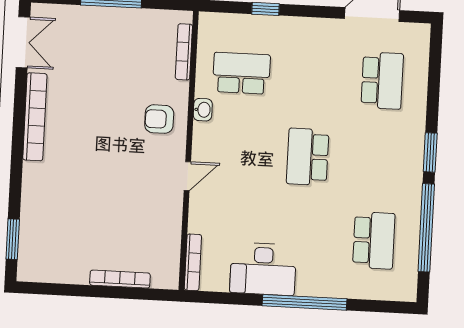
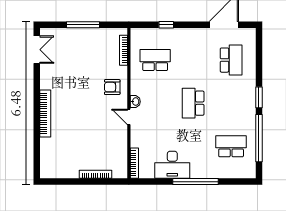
washbasin: (203, 110) -> (135, 102), moved
bookcase: (35, 117) -> (45, 113), moved
door: (187, 176) -> (129, 117), swing flipped
window: (13, 239) -> (37, 156), removed
school desk: (374, 240) -> (231, 146), turned -90

